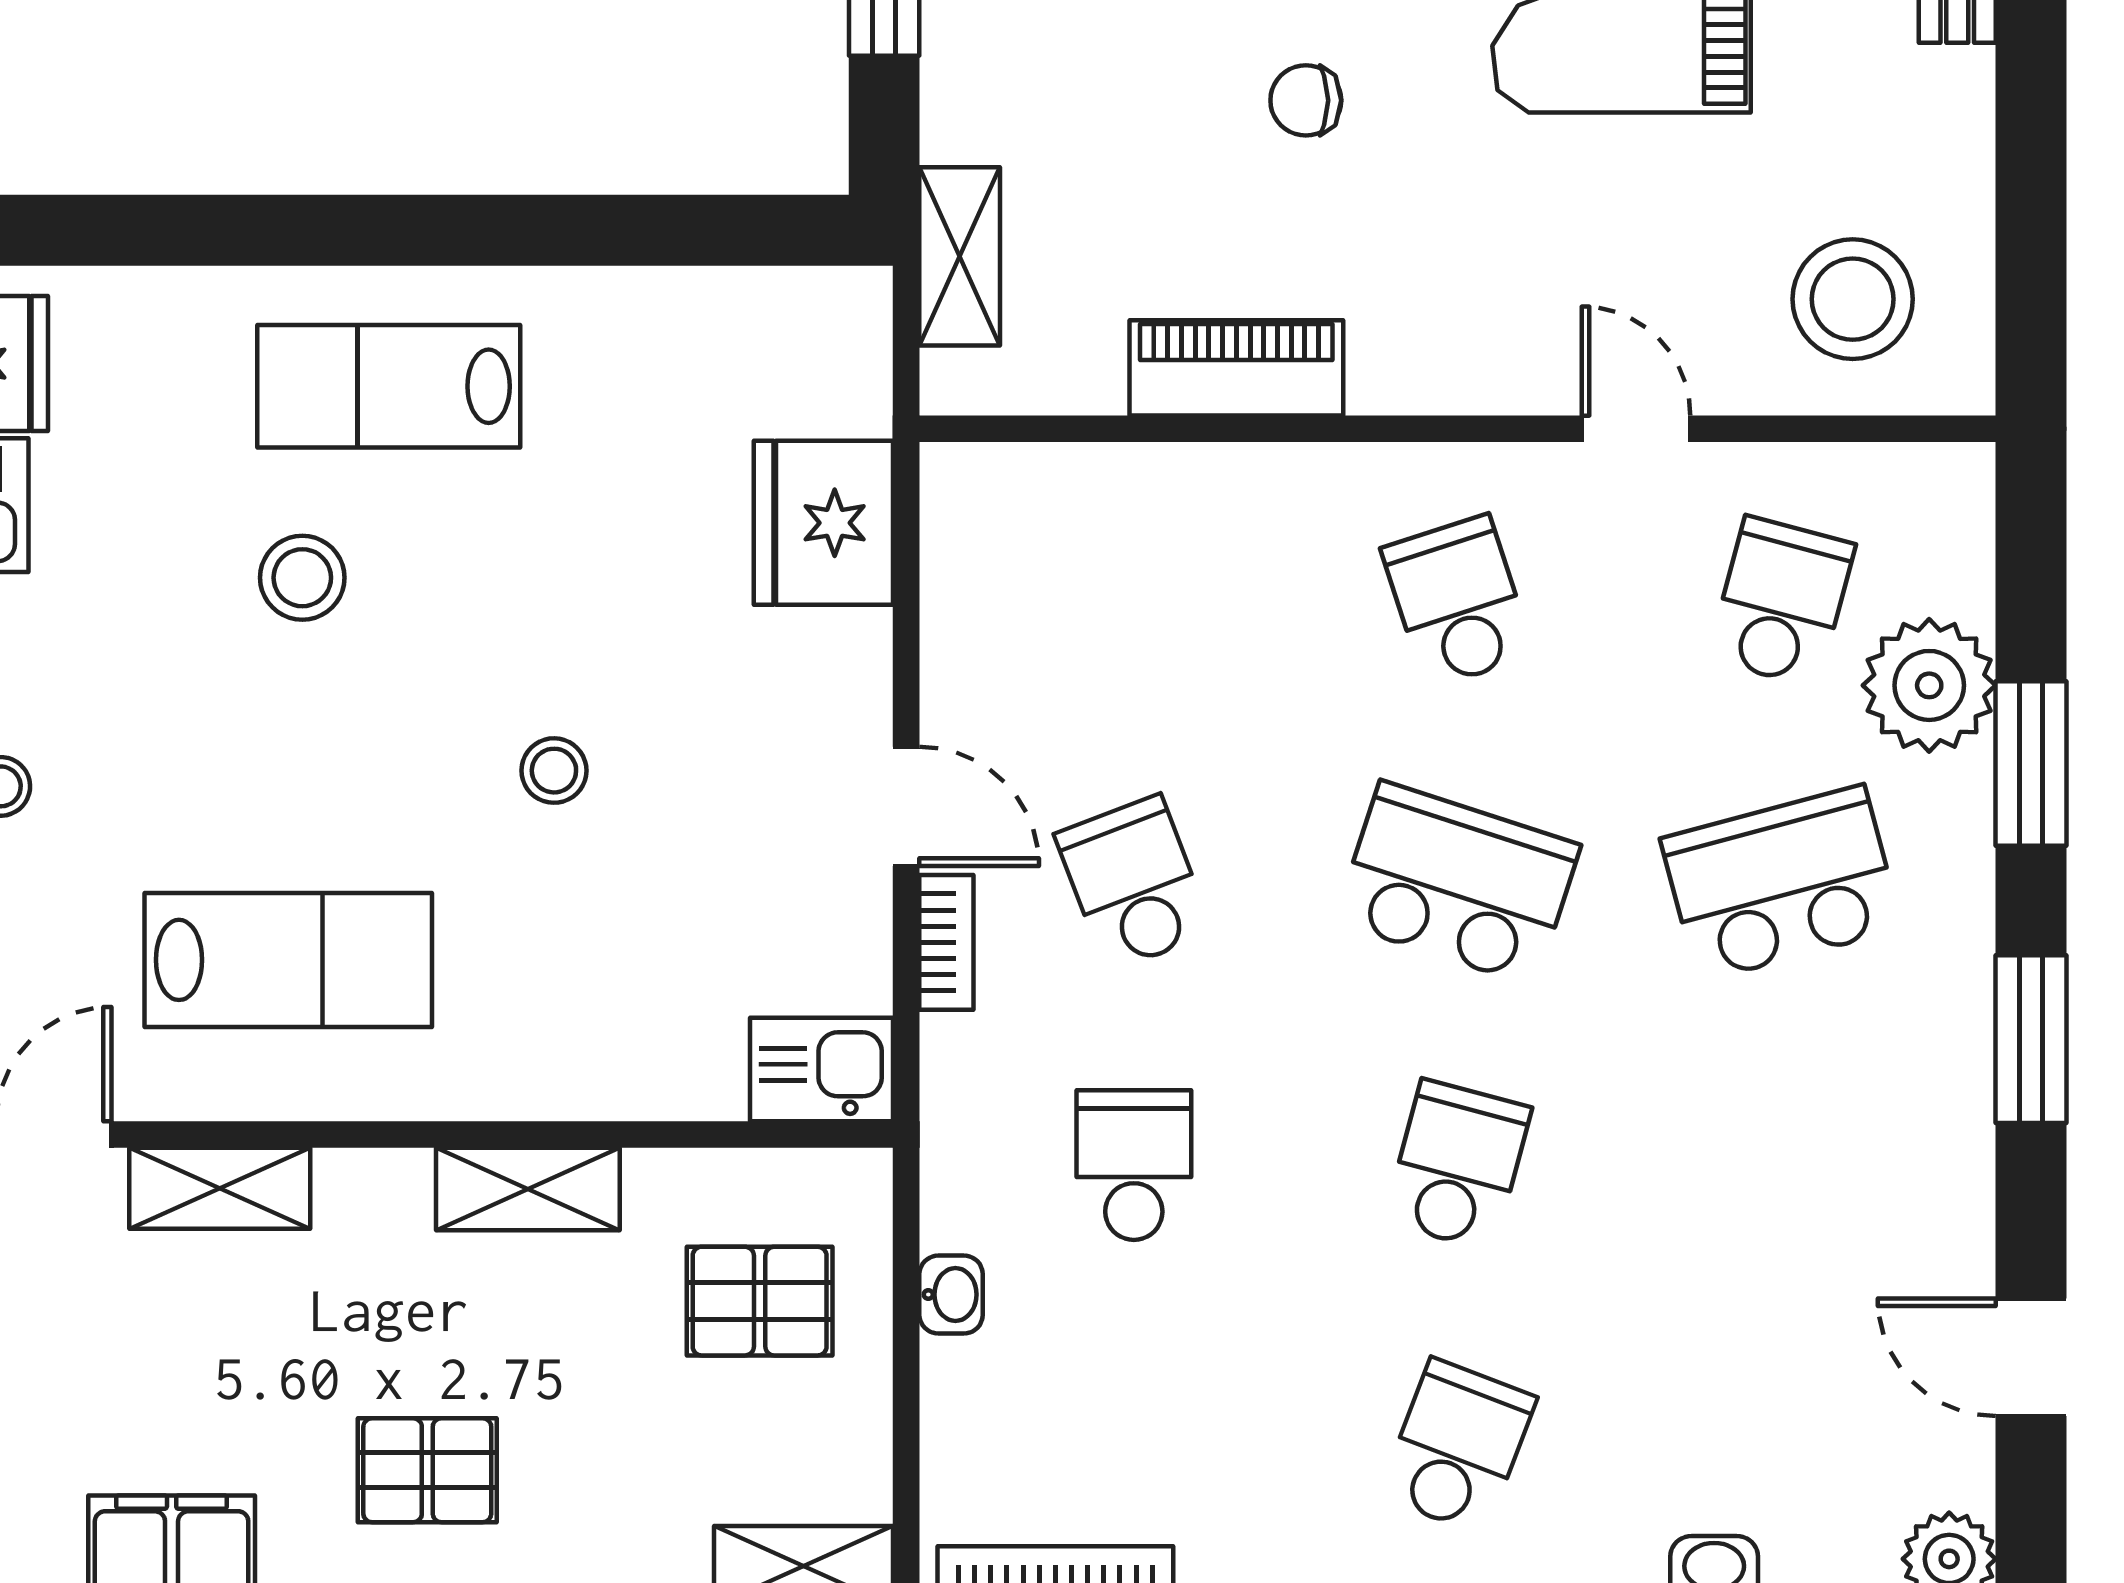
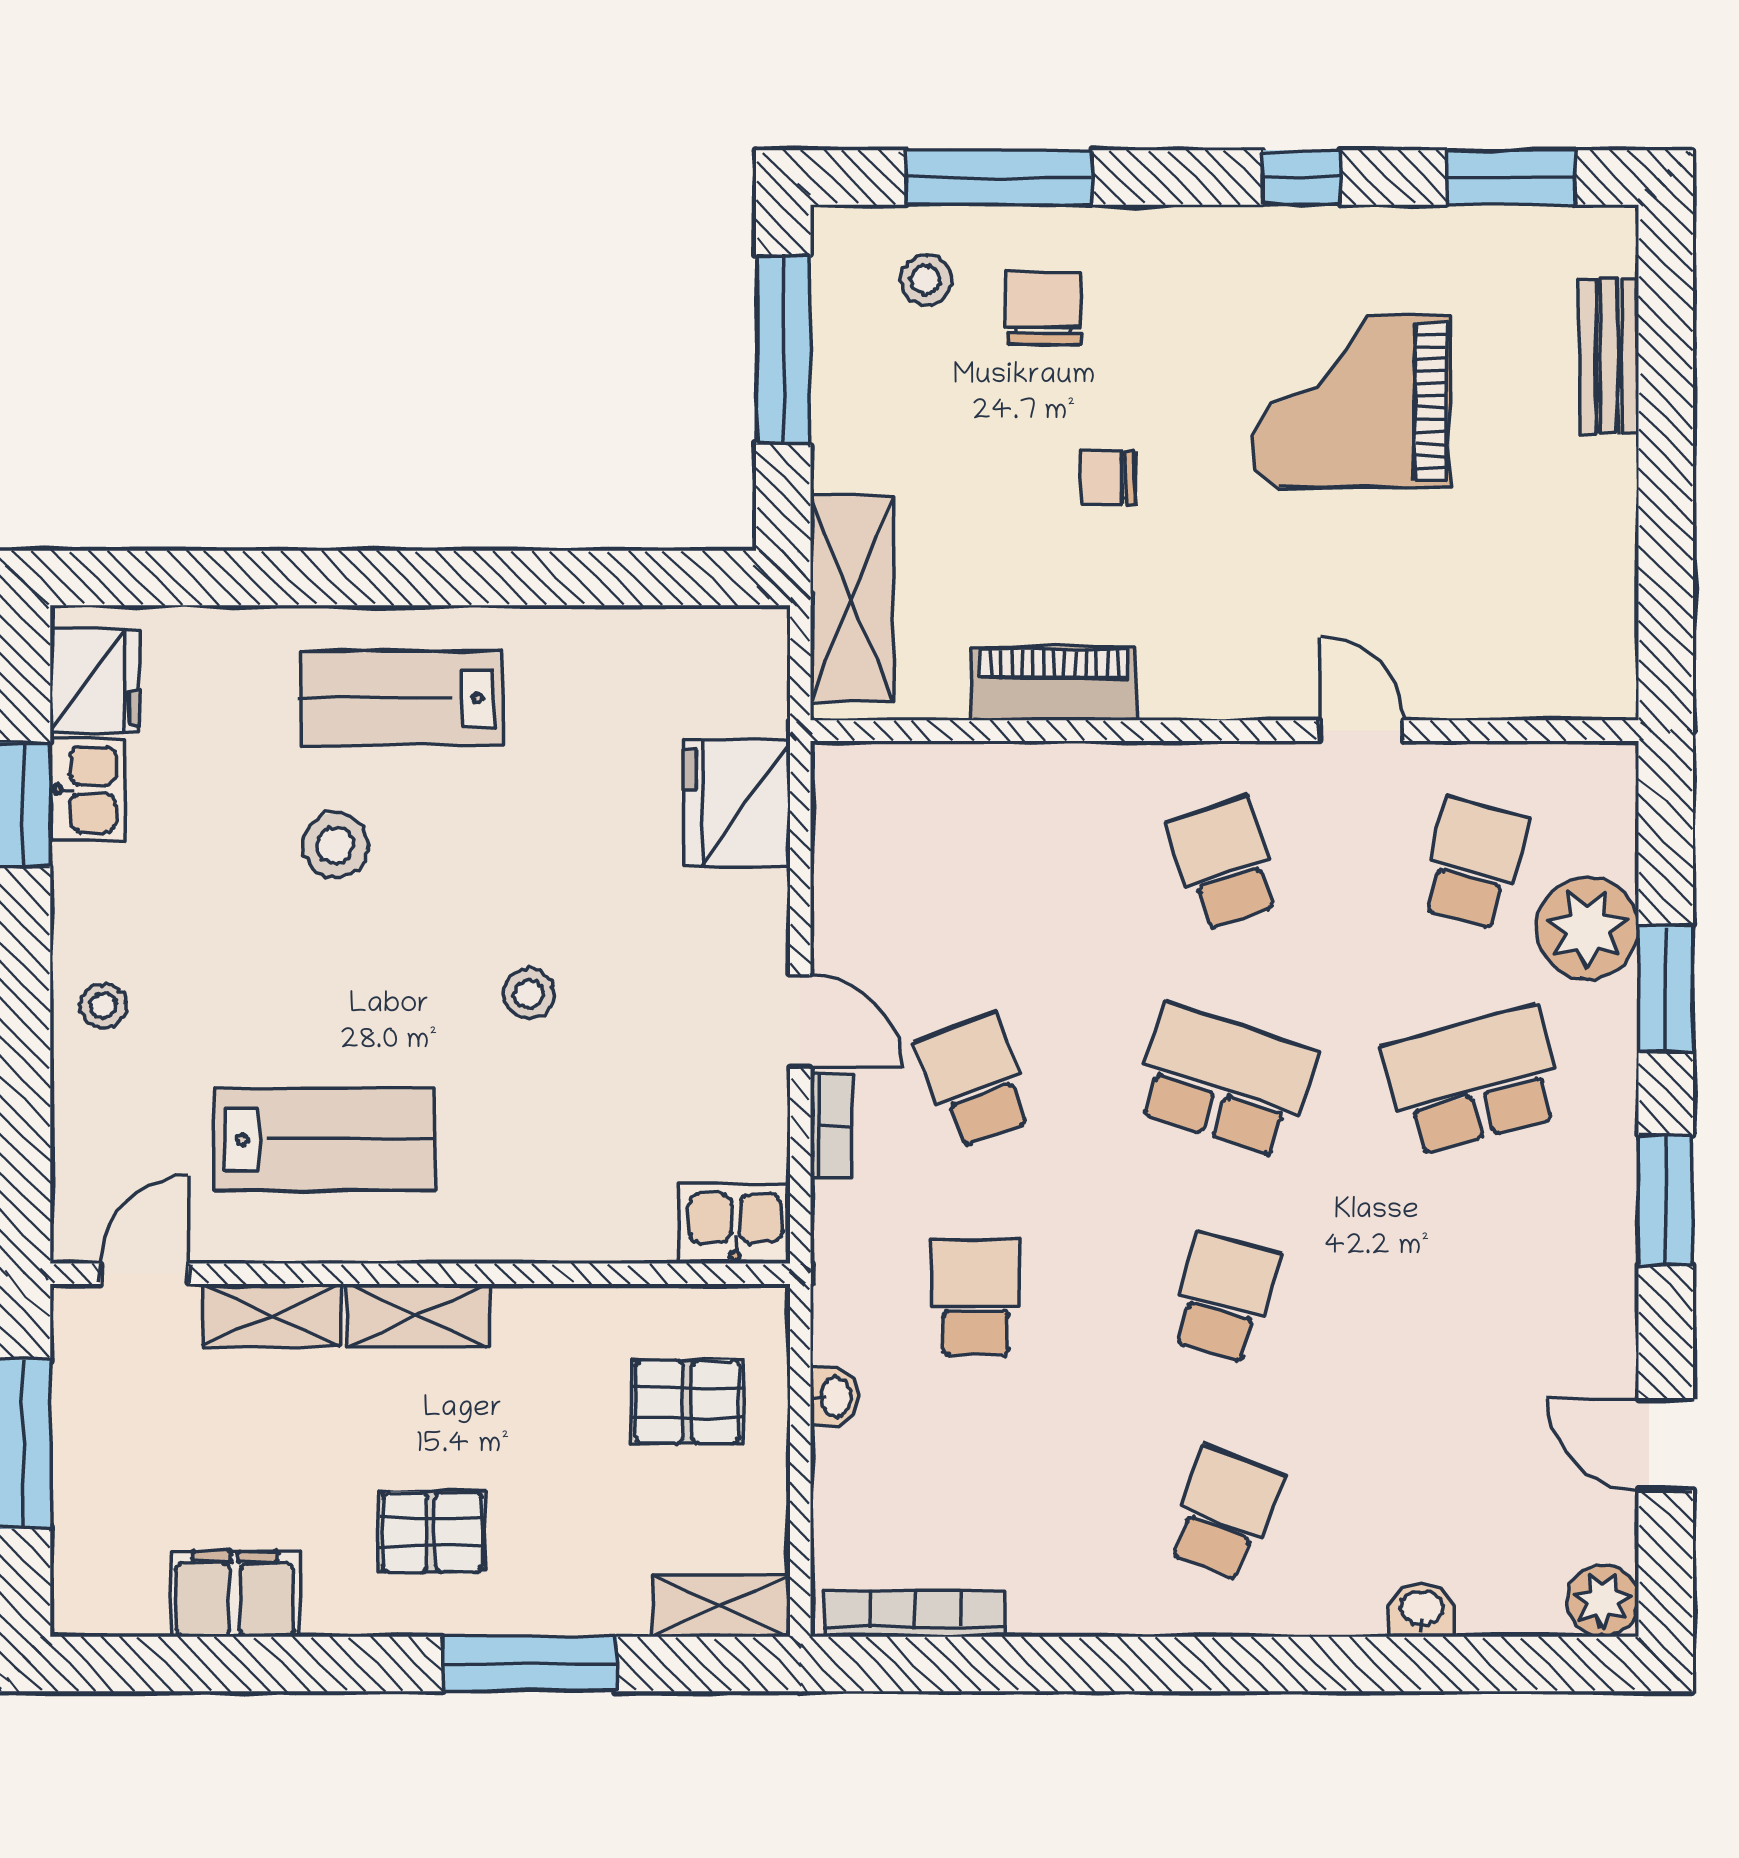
shelving: (960, 256) -> (852, 598), width x1.50, depth x1.33
stool: (1853, 299) -> (1528, 631), removed
shelving: (528, 1189) -> (418, 1316), moved

